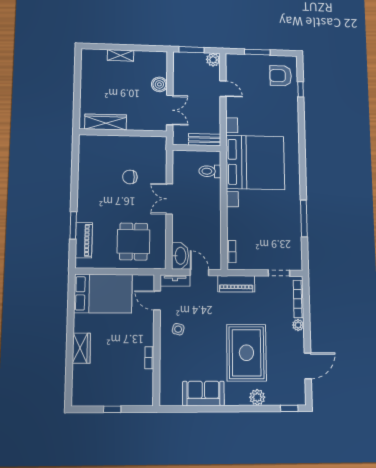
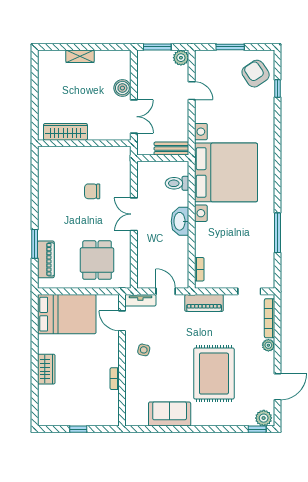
armchair: (281, 76) -> (256, 74), turned 56
washbasin: (180, 256) -> (180, 221), moved, turned 180
plant: (257, 397) -> (264, 418), moved

